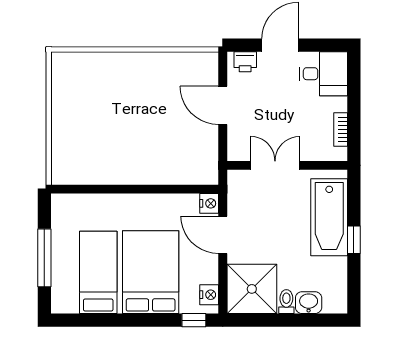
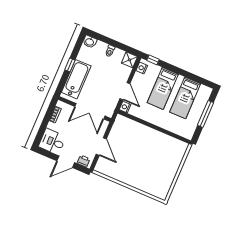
double door: (275, 165) -> (90, 111), width x1.37
bed: (151, 272) -> (163, 88), width x0.67
shower: (252, 289) -> (129, 60), width x0.54, depth x0.54
washbasin: (309, 303) -> (90, 42), moved

